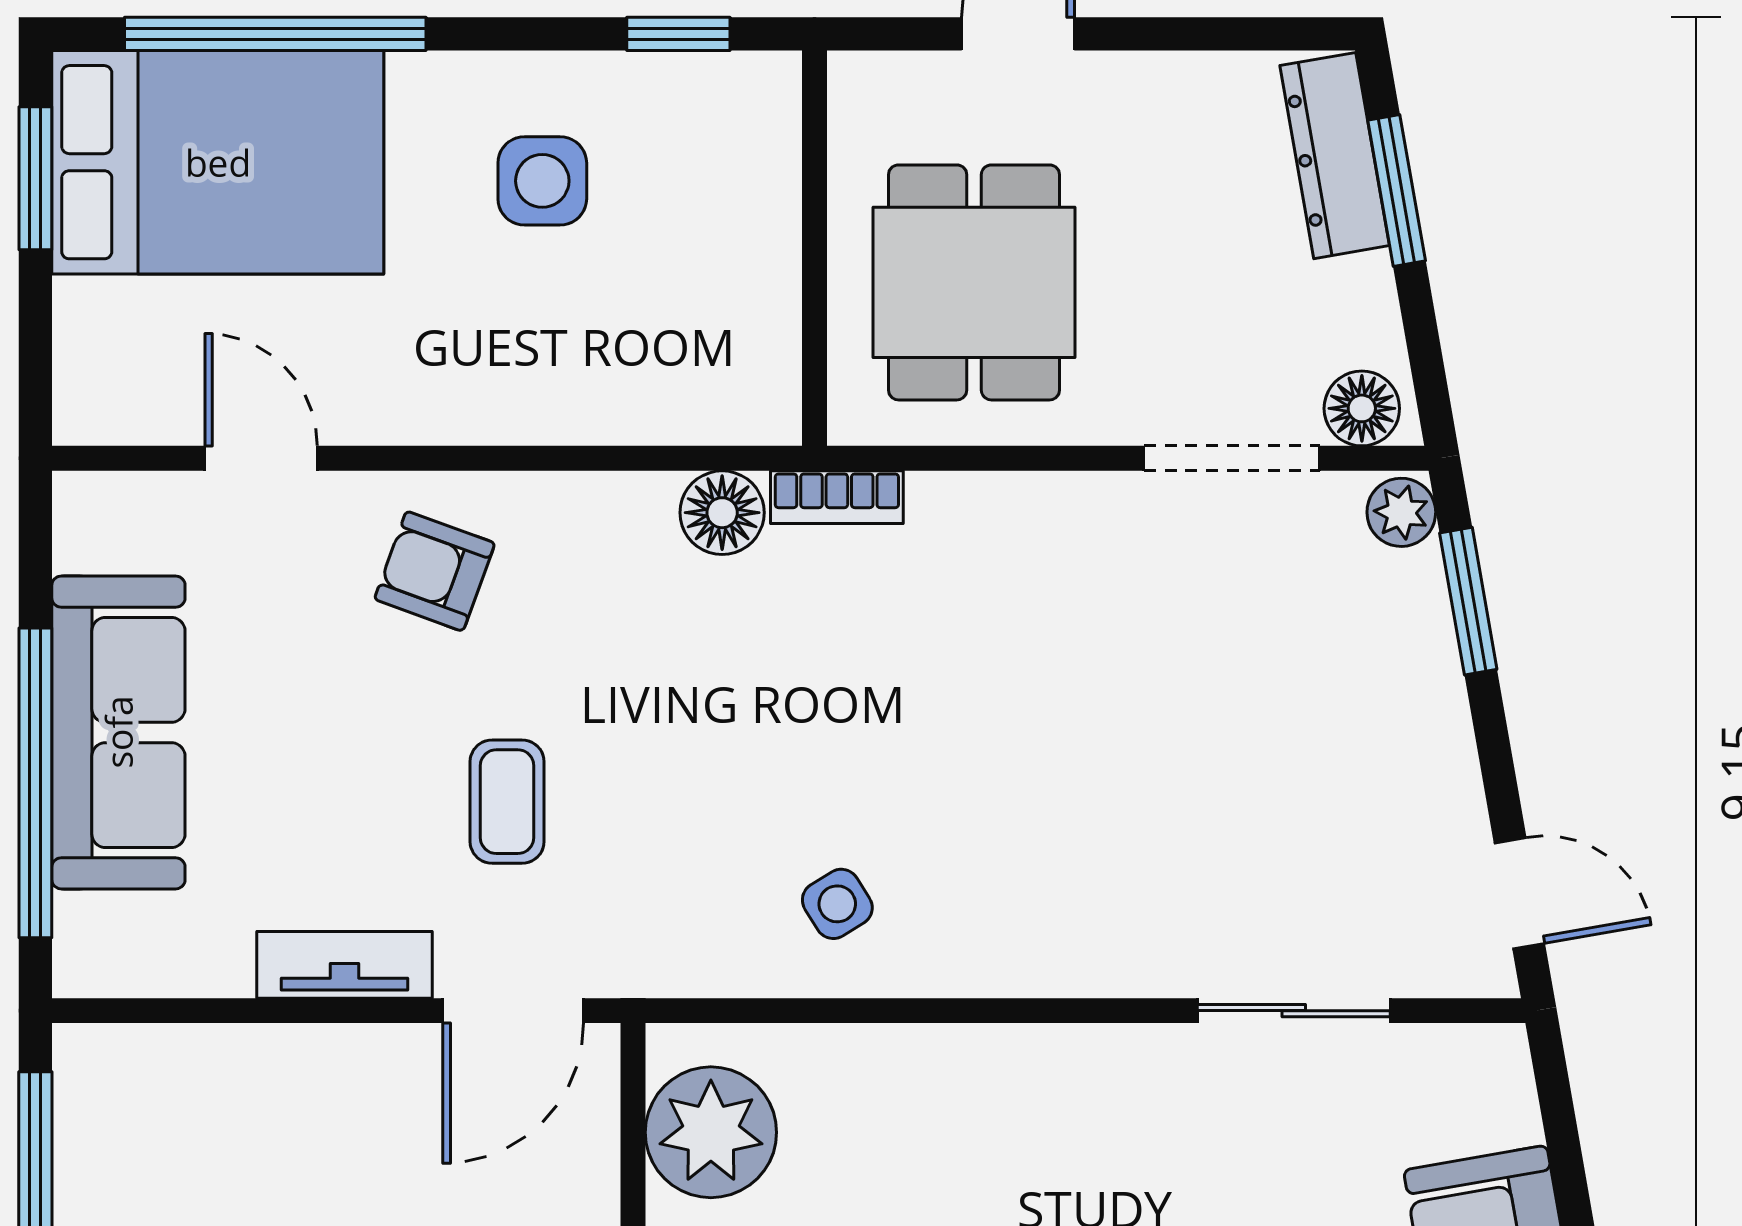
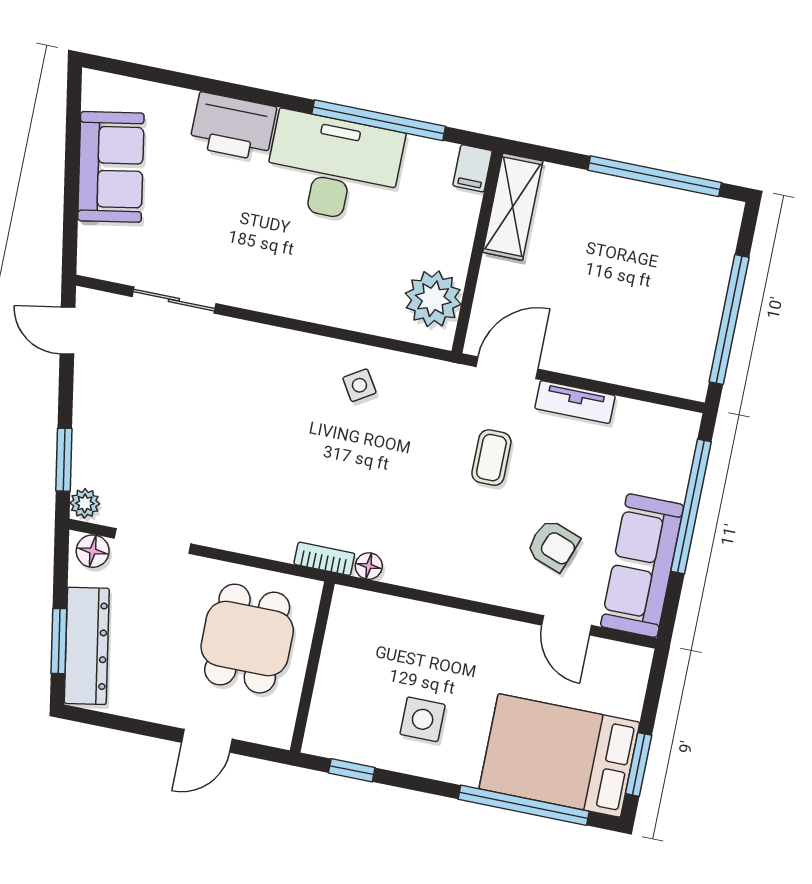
dresser: (1335, 156) -> (87, 646), width x1.37, depth x1.24
floor lamp: (722, 513) -> (369, 566), width x0.73, depth x0.73
armchair: (435, 571) -> (553, 545), moved
sofa: (118, 732) -> (642, 566), moved

